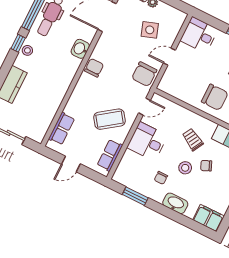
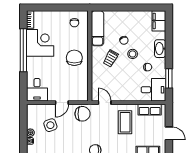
door: (169, 57) -> (62, 103), hinge flipped
coffee table: (110, 119) -> (125, 122), turned 36
desk: (147, 142) -> (153, 90), moved, turned -90

